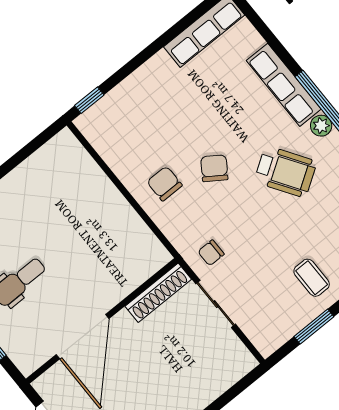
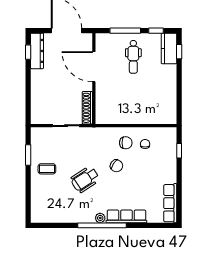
window: (89, 100) -> (179, 151), moved
wheelchair: (285, 172) -> (85, 179), moved
chair: (211, 253) -> (145, 144), moved

